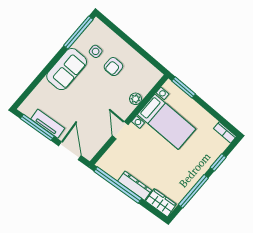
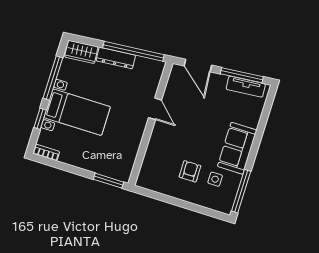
plant: (136, 99) -> (153, 148), removed
bed with nightstands: (167, 122) -> (77, 112), moved, turned 180
tv unit: (48, 124) -> (246, 87), moved

